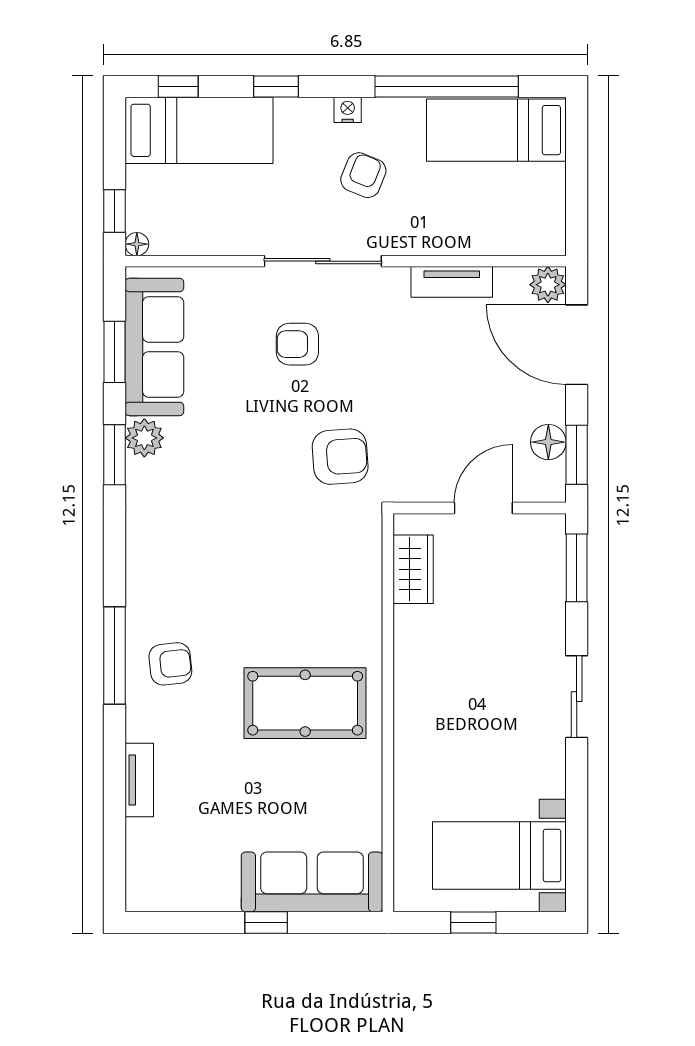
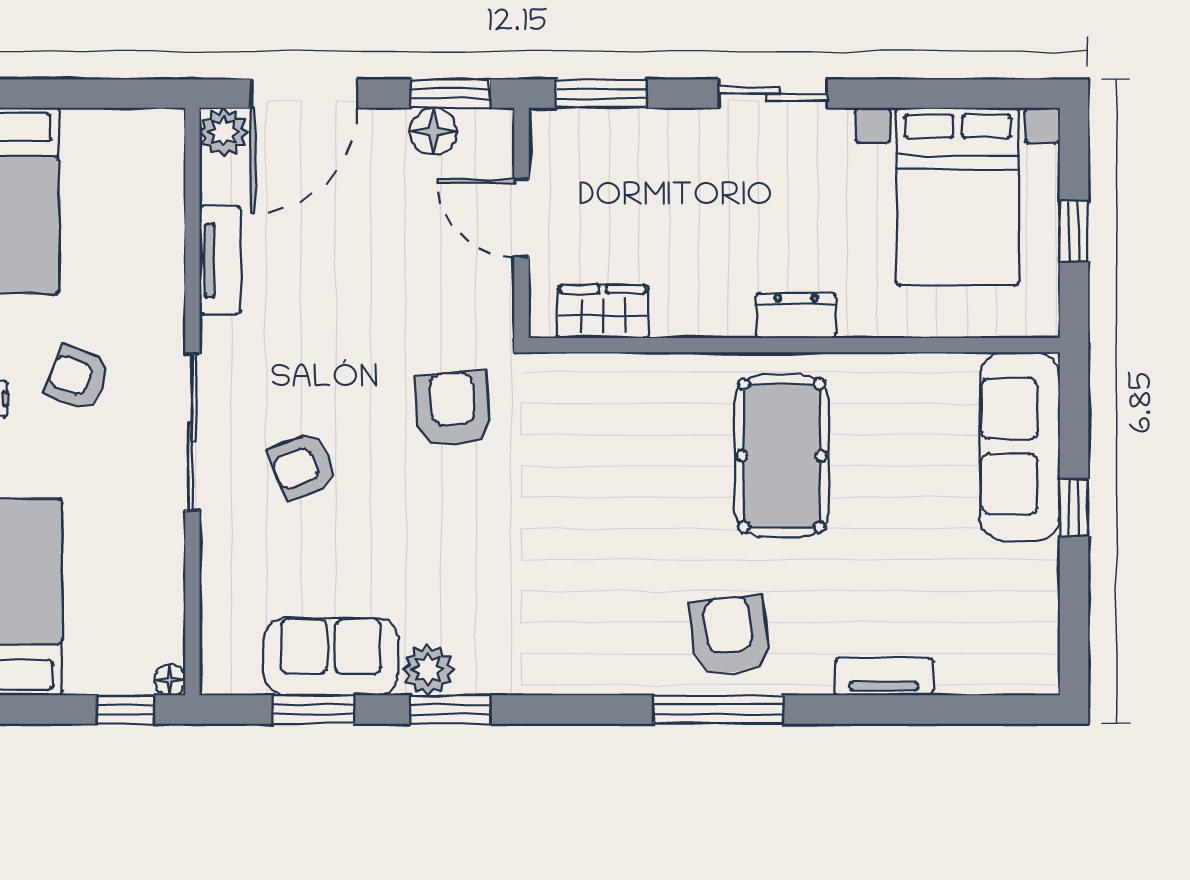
armchair: (297, 344) -> (303, 466), turned 69
sofa: (154, 347) -> (331, 656), width x0.73
armchair: (170, 664) -> (729, 635), width x1.38, depth x1.38
dresser: (410, 714) -> (796, 316), added
bed with nightstands: (499, 856) -> (958, 197), width x1.36

